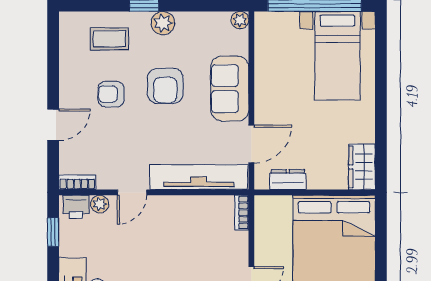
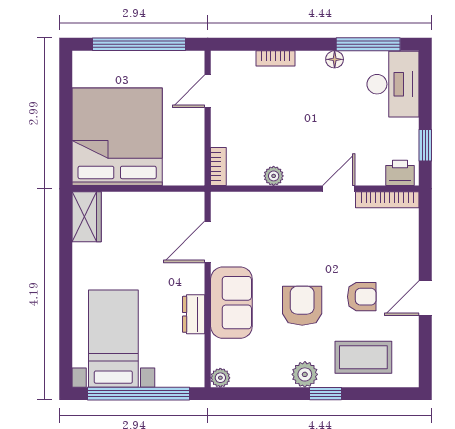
coffee table: (109, 39) -> (363, 357), width x1.36, depth x1.30
door: (53, 125) -> (425, 298), moved
tv unit: (199, 177) -> (265, 205), removed
dresser: (288, 180) -> (194, 314), moved, turned 90
bookcase: (77, 182) -> (387, 200), width x1.56
plant: (100, 204) -> (274, 176), moved

